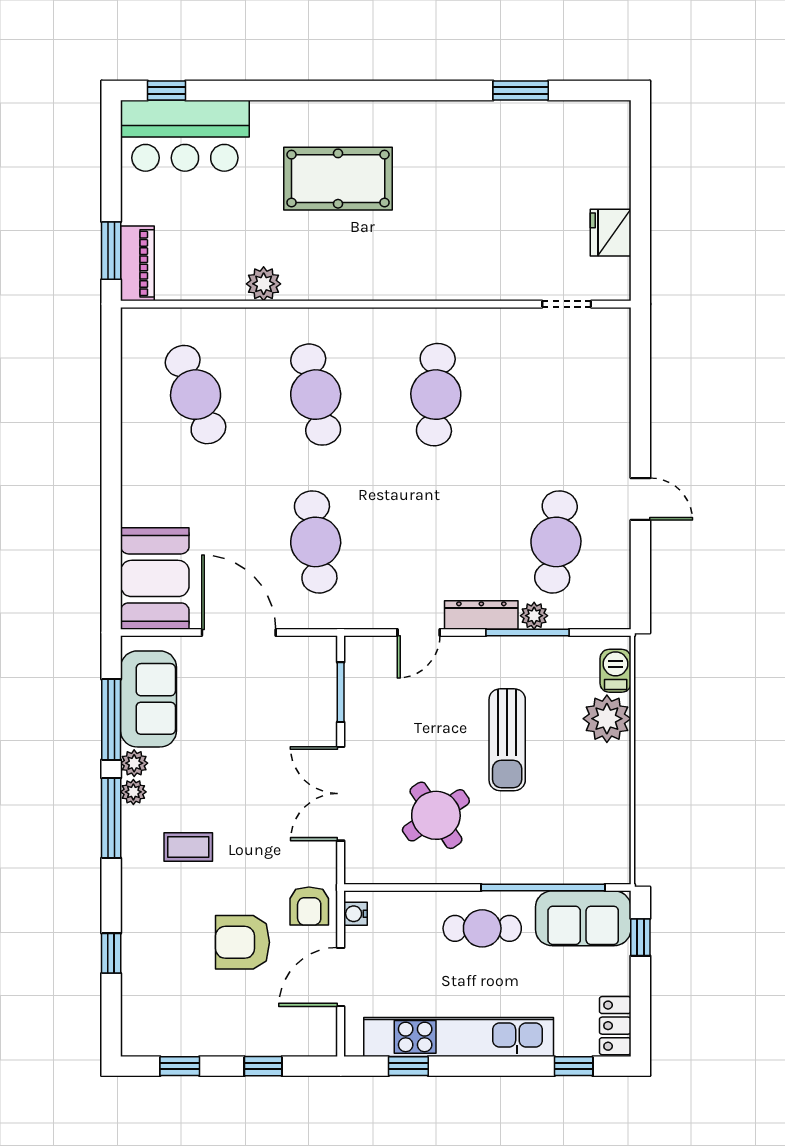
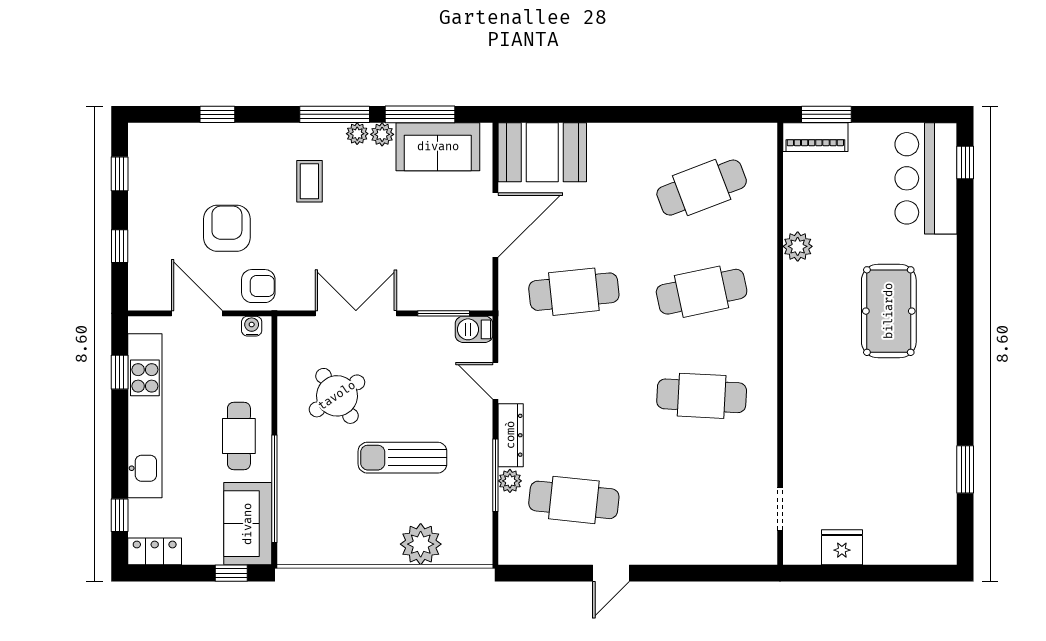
barbecue: (616, 671) -> (474, 329), moved, turned 180
armchair: (309, 906) -> (258, 286), turned 180

